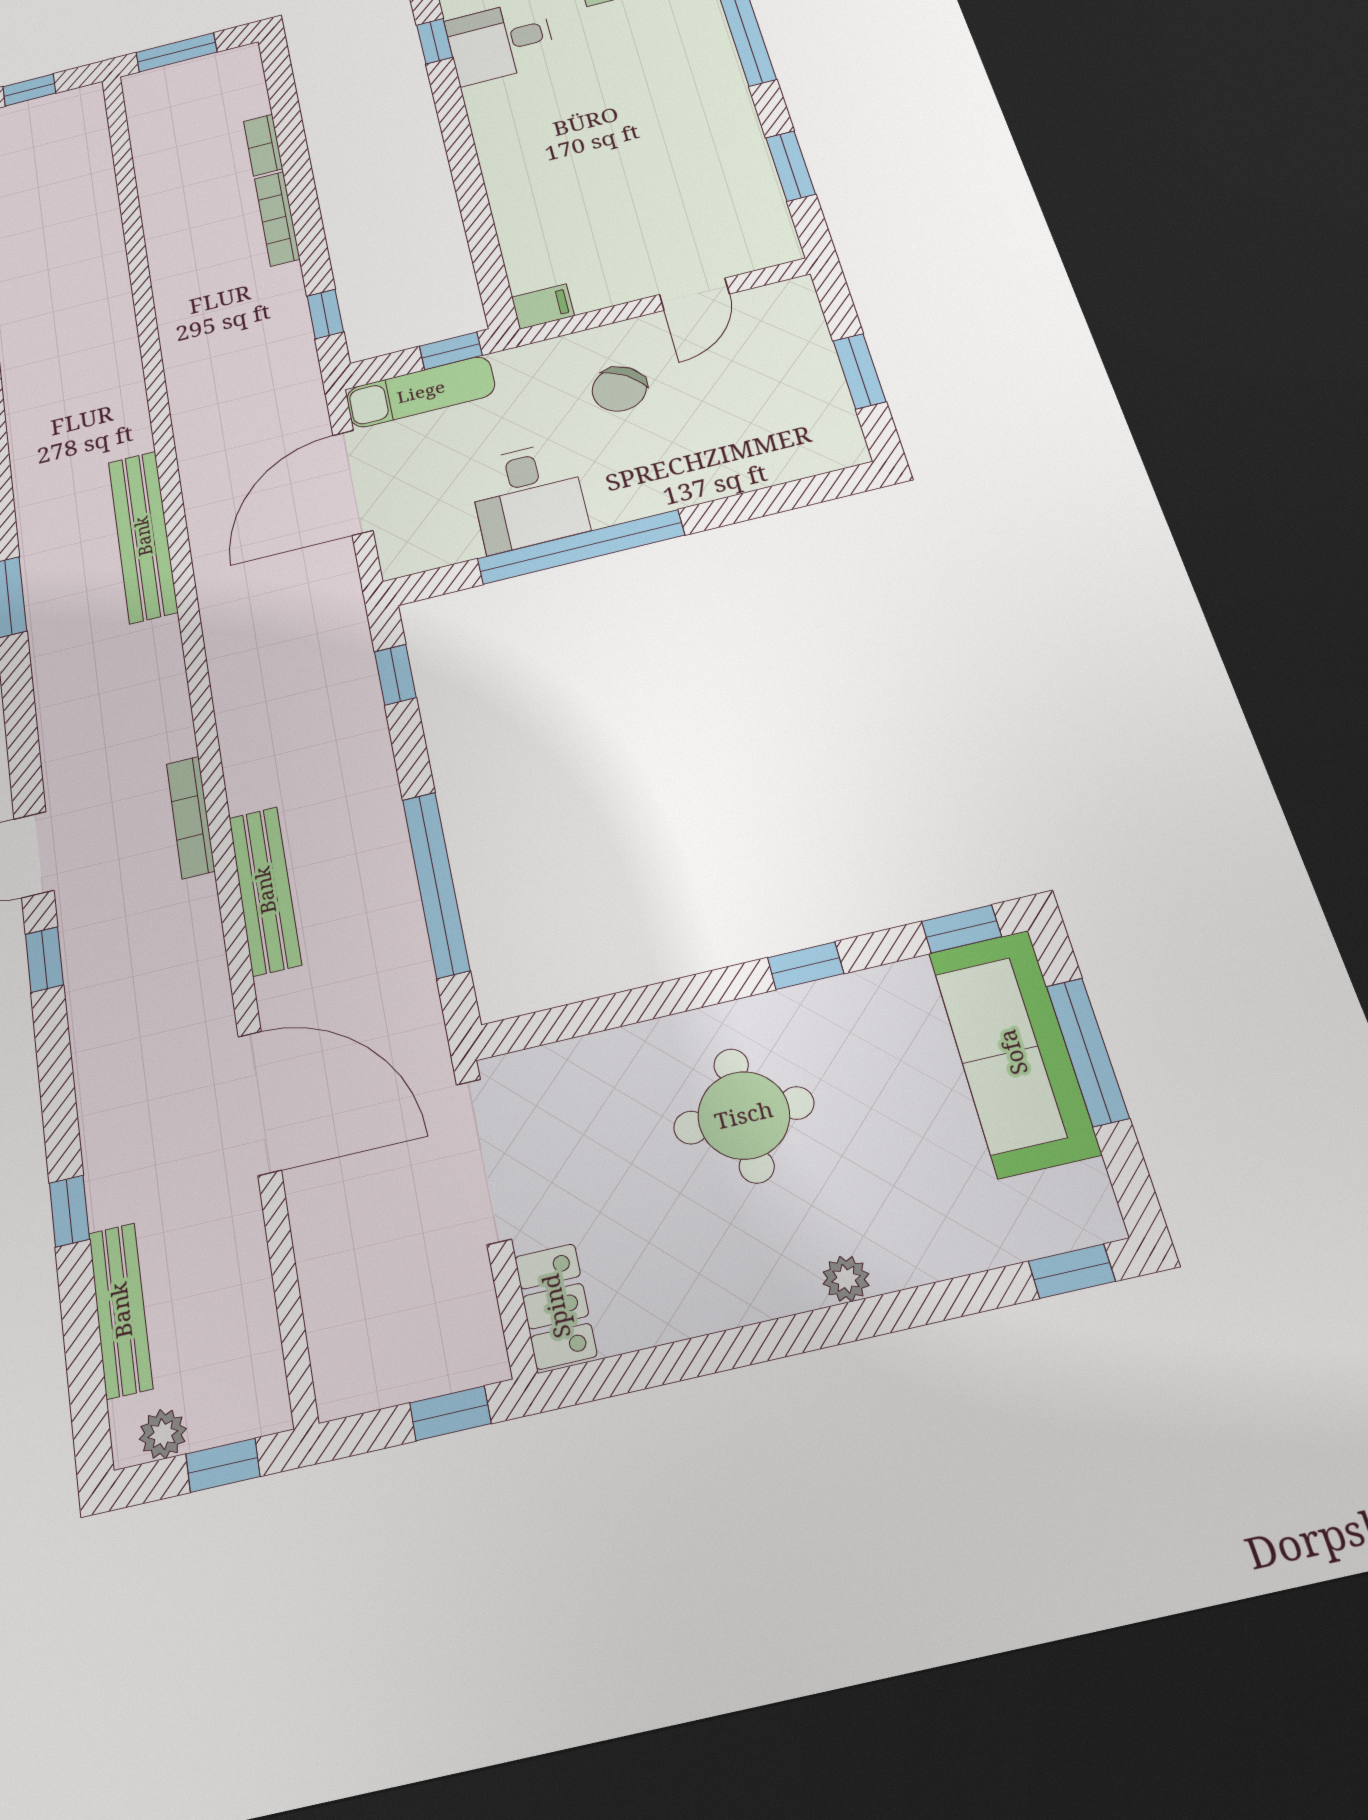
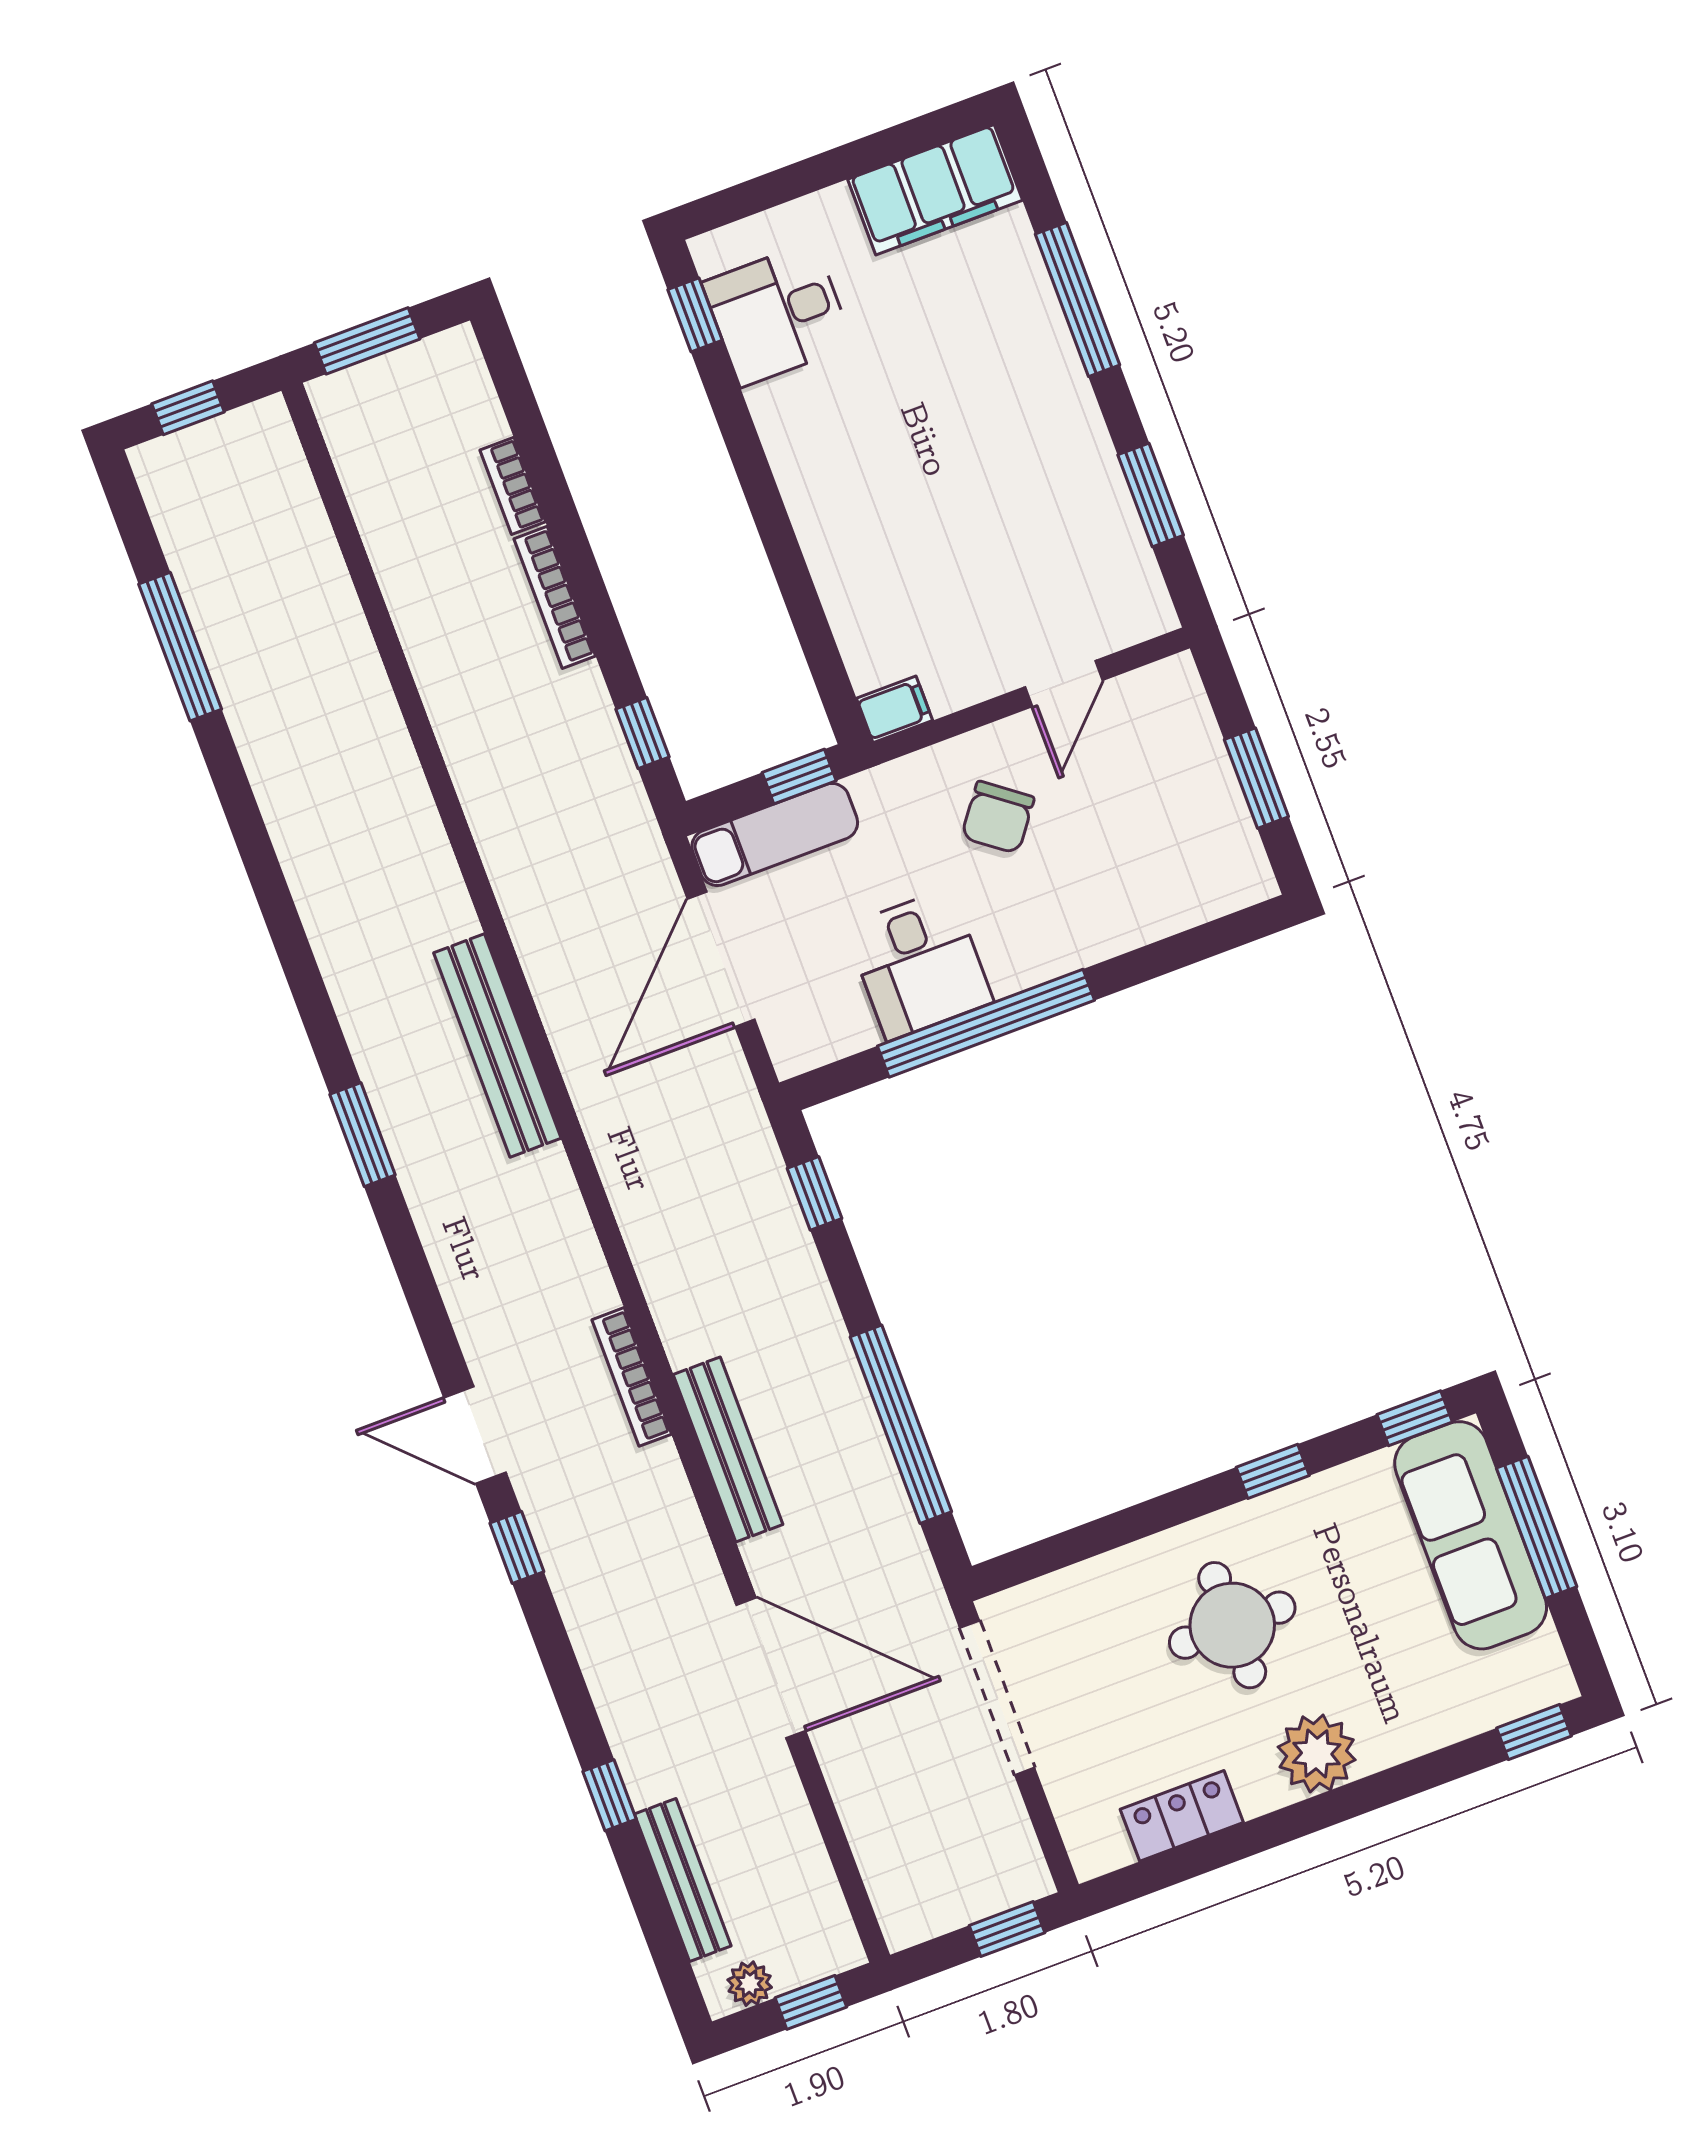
plant: (846, 1279) -> (1317, 1753), width x1.88, depth x1.88
locker: (556, 1306) -> (1182, 1816), moved, turned -90

